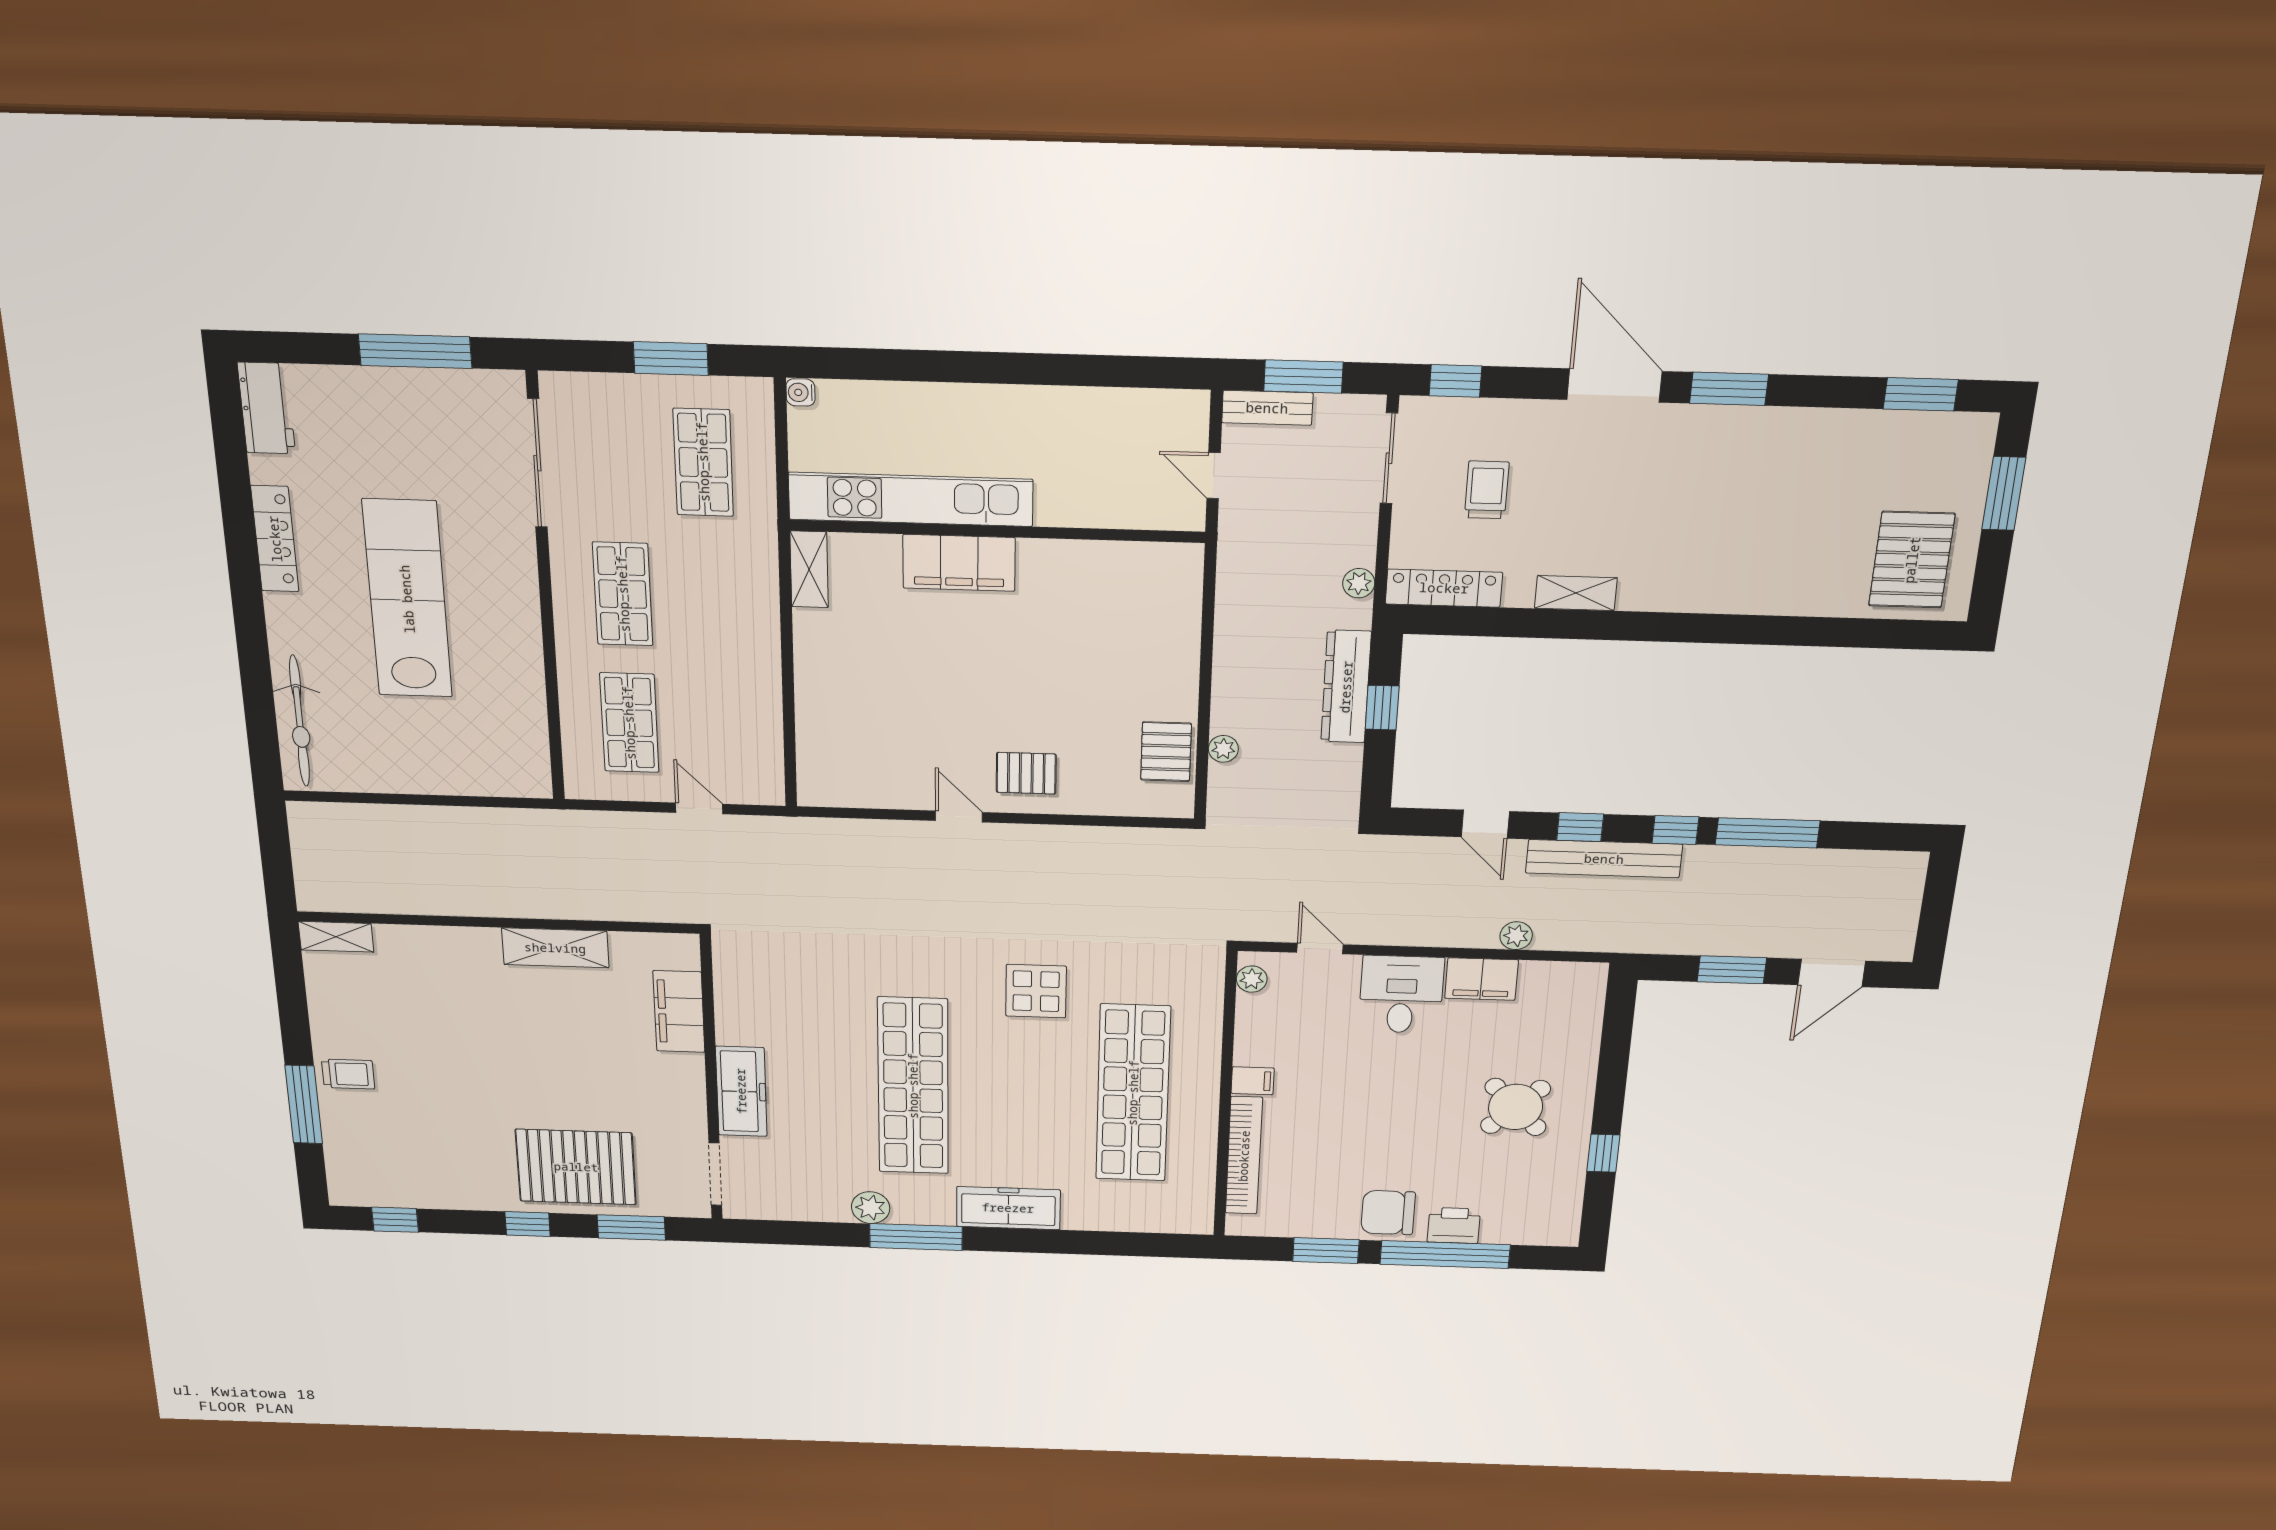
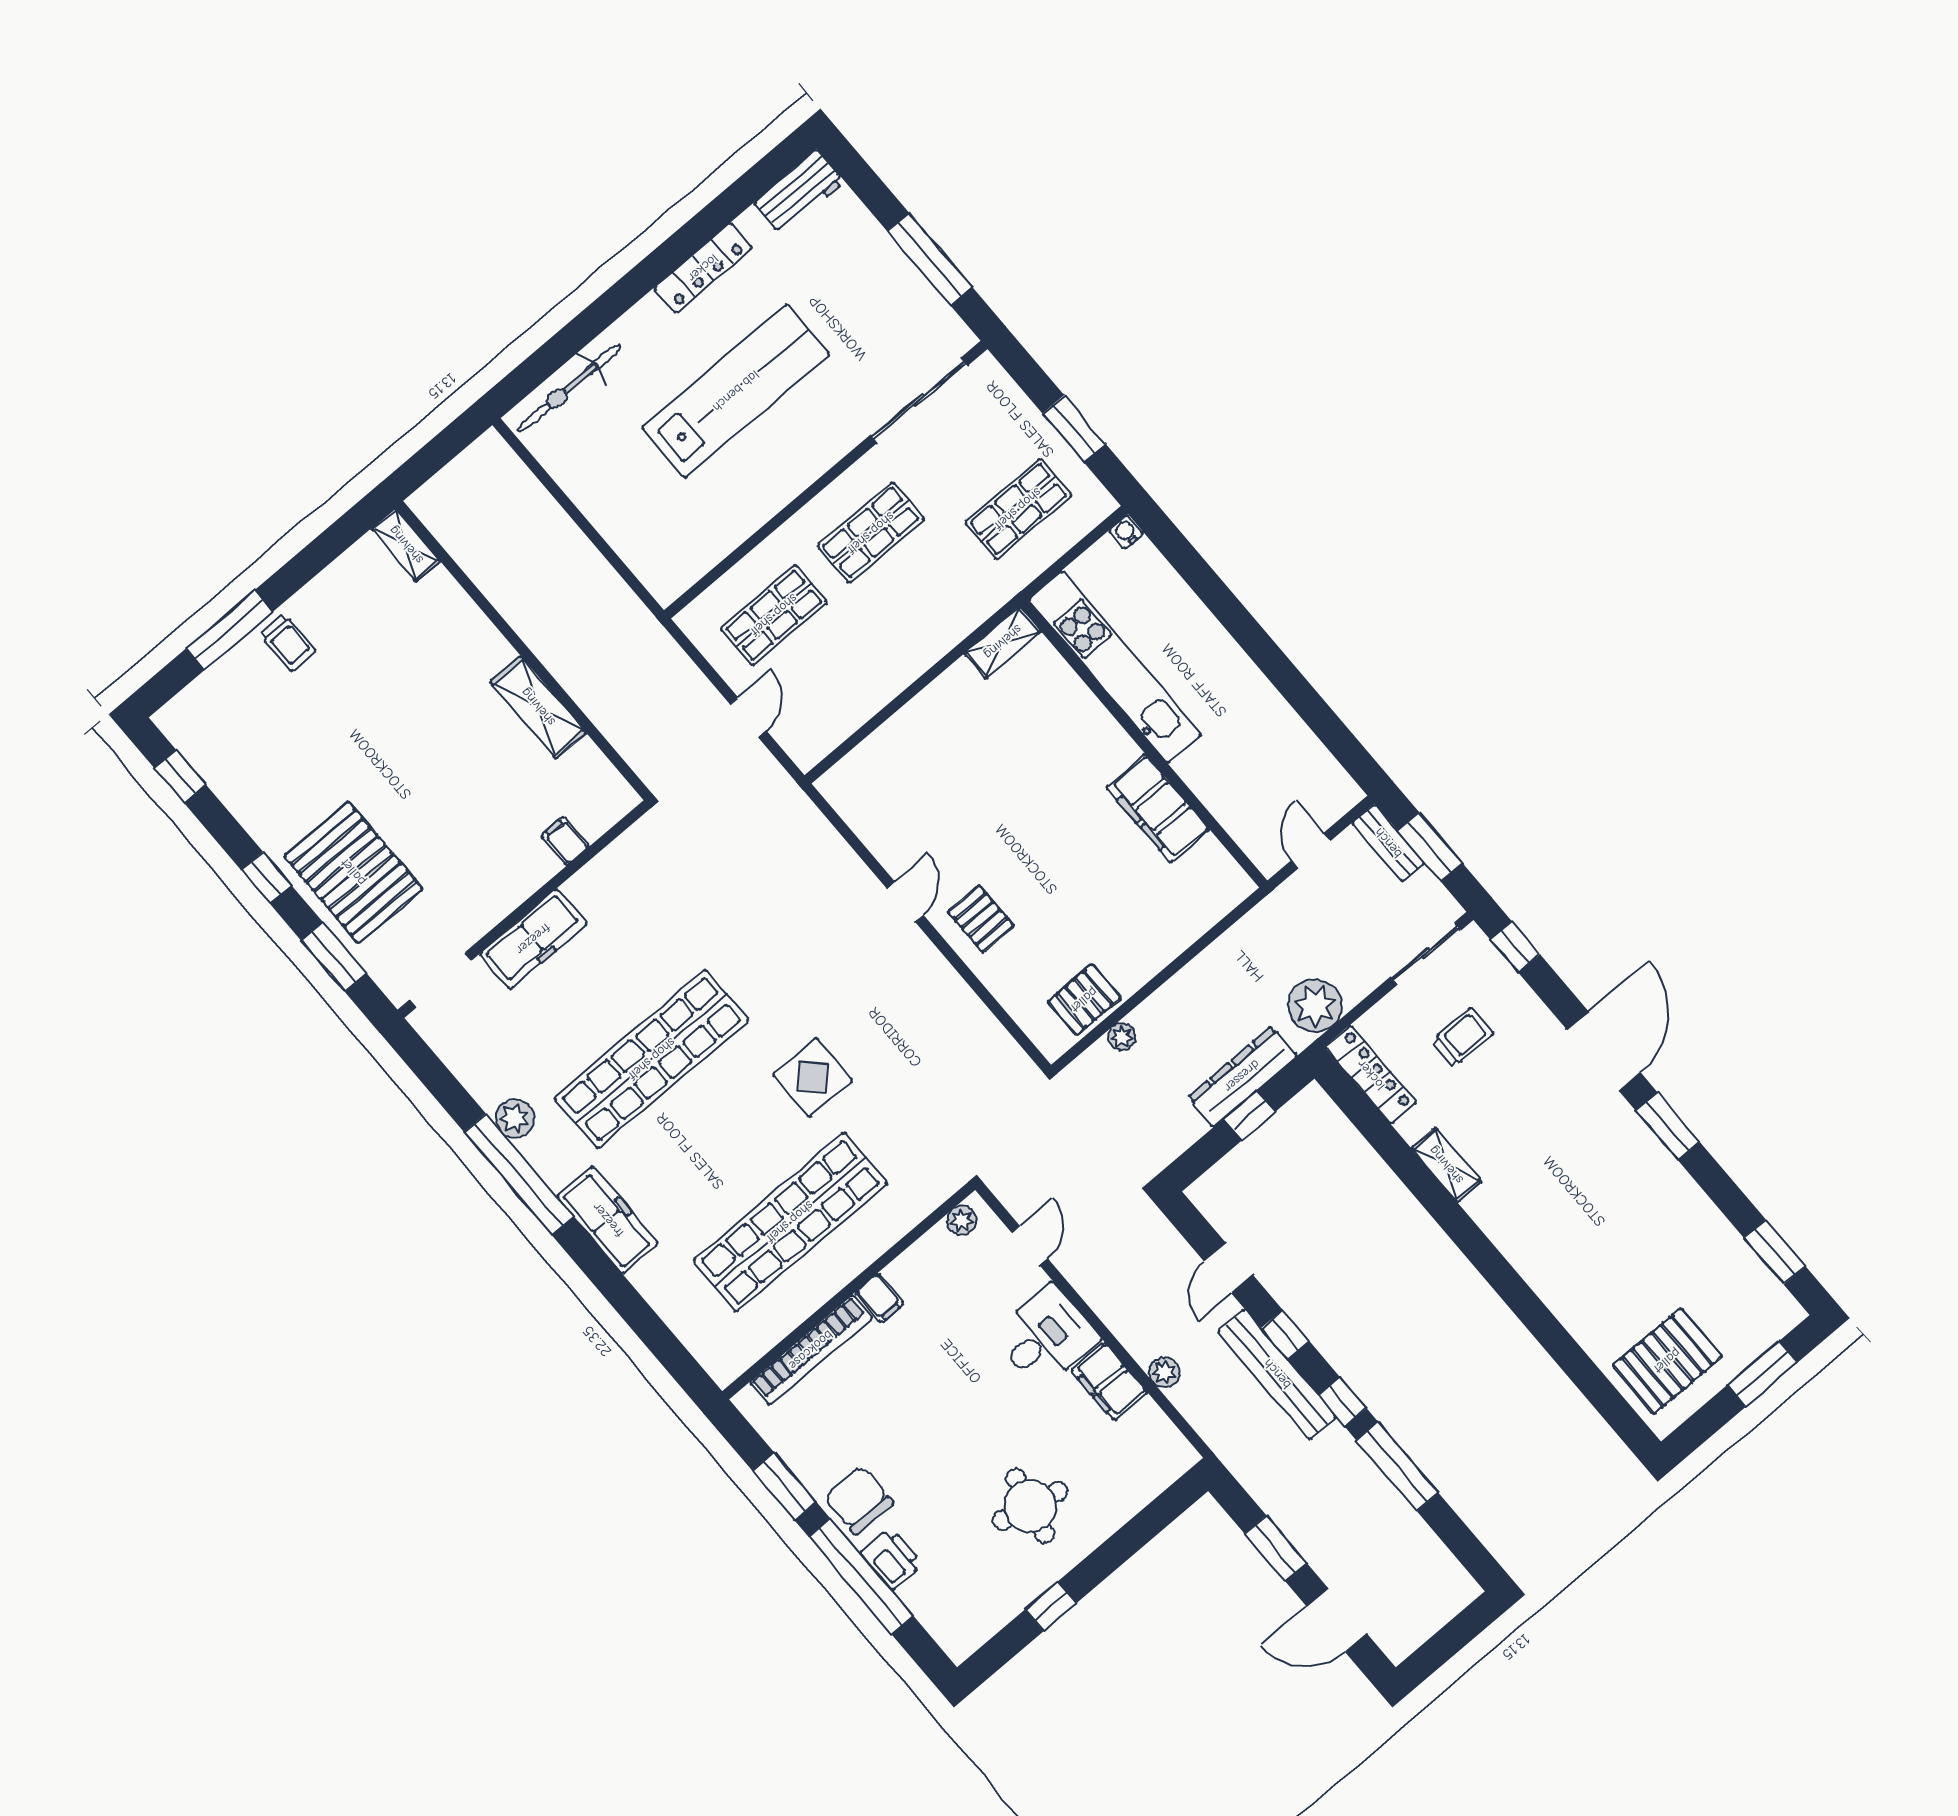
filing cabinet: (959, 563) -> (1158, 809), moved
plant: (1359, 583) -> (1315, 1006), width x1.87, depth x1.87
filing cabinet: (679, 1012) -> (565, 841), width x0.33, depth x0.86
round table: (1516, 1107) -> (1030, 1506), turned -33
window: (916, 1237) -> (519, 1174), width x1.46

